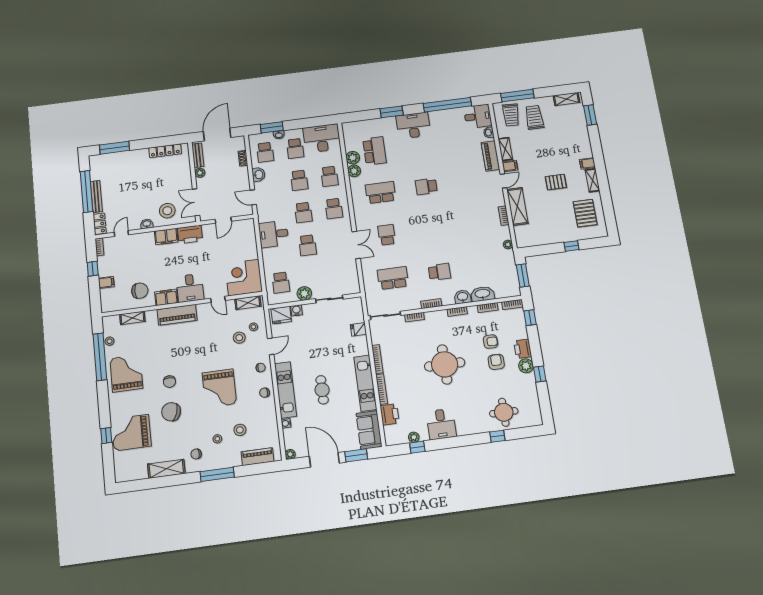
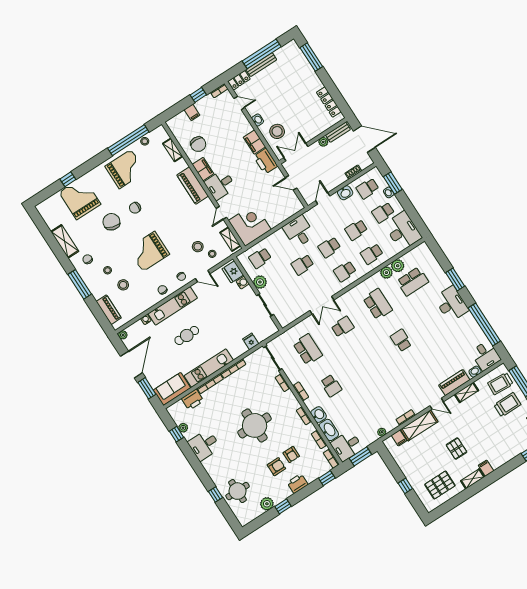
filing cabinet: (510, 166) -> (399, 438), moved
desk: (506, 284) -> (347, 446), added
plant: (526, 366) -> (267, 504), moved

